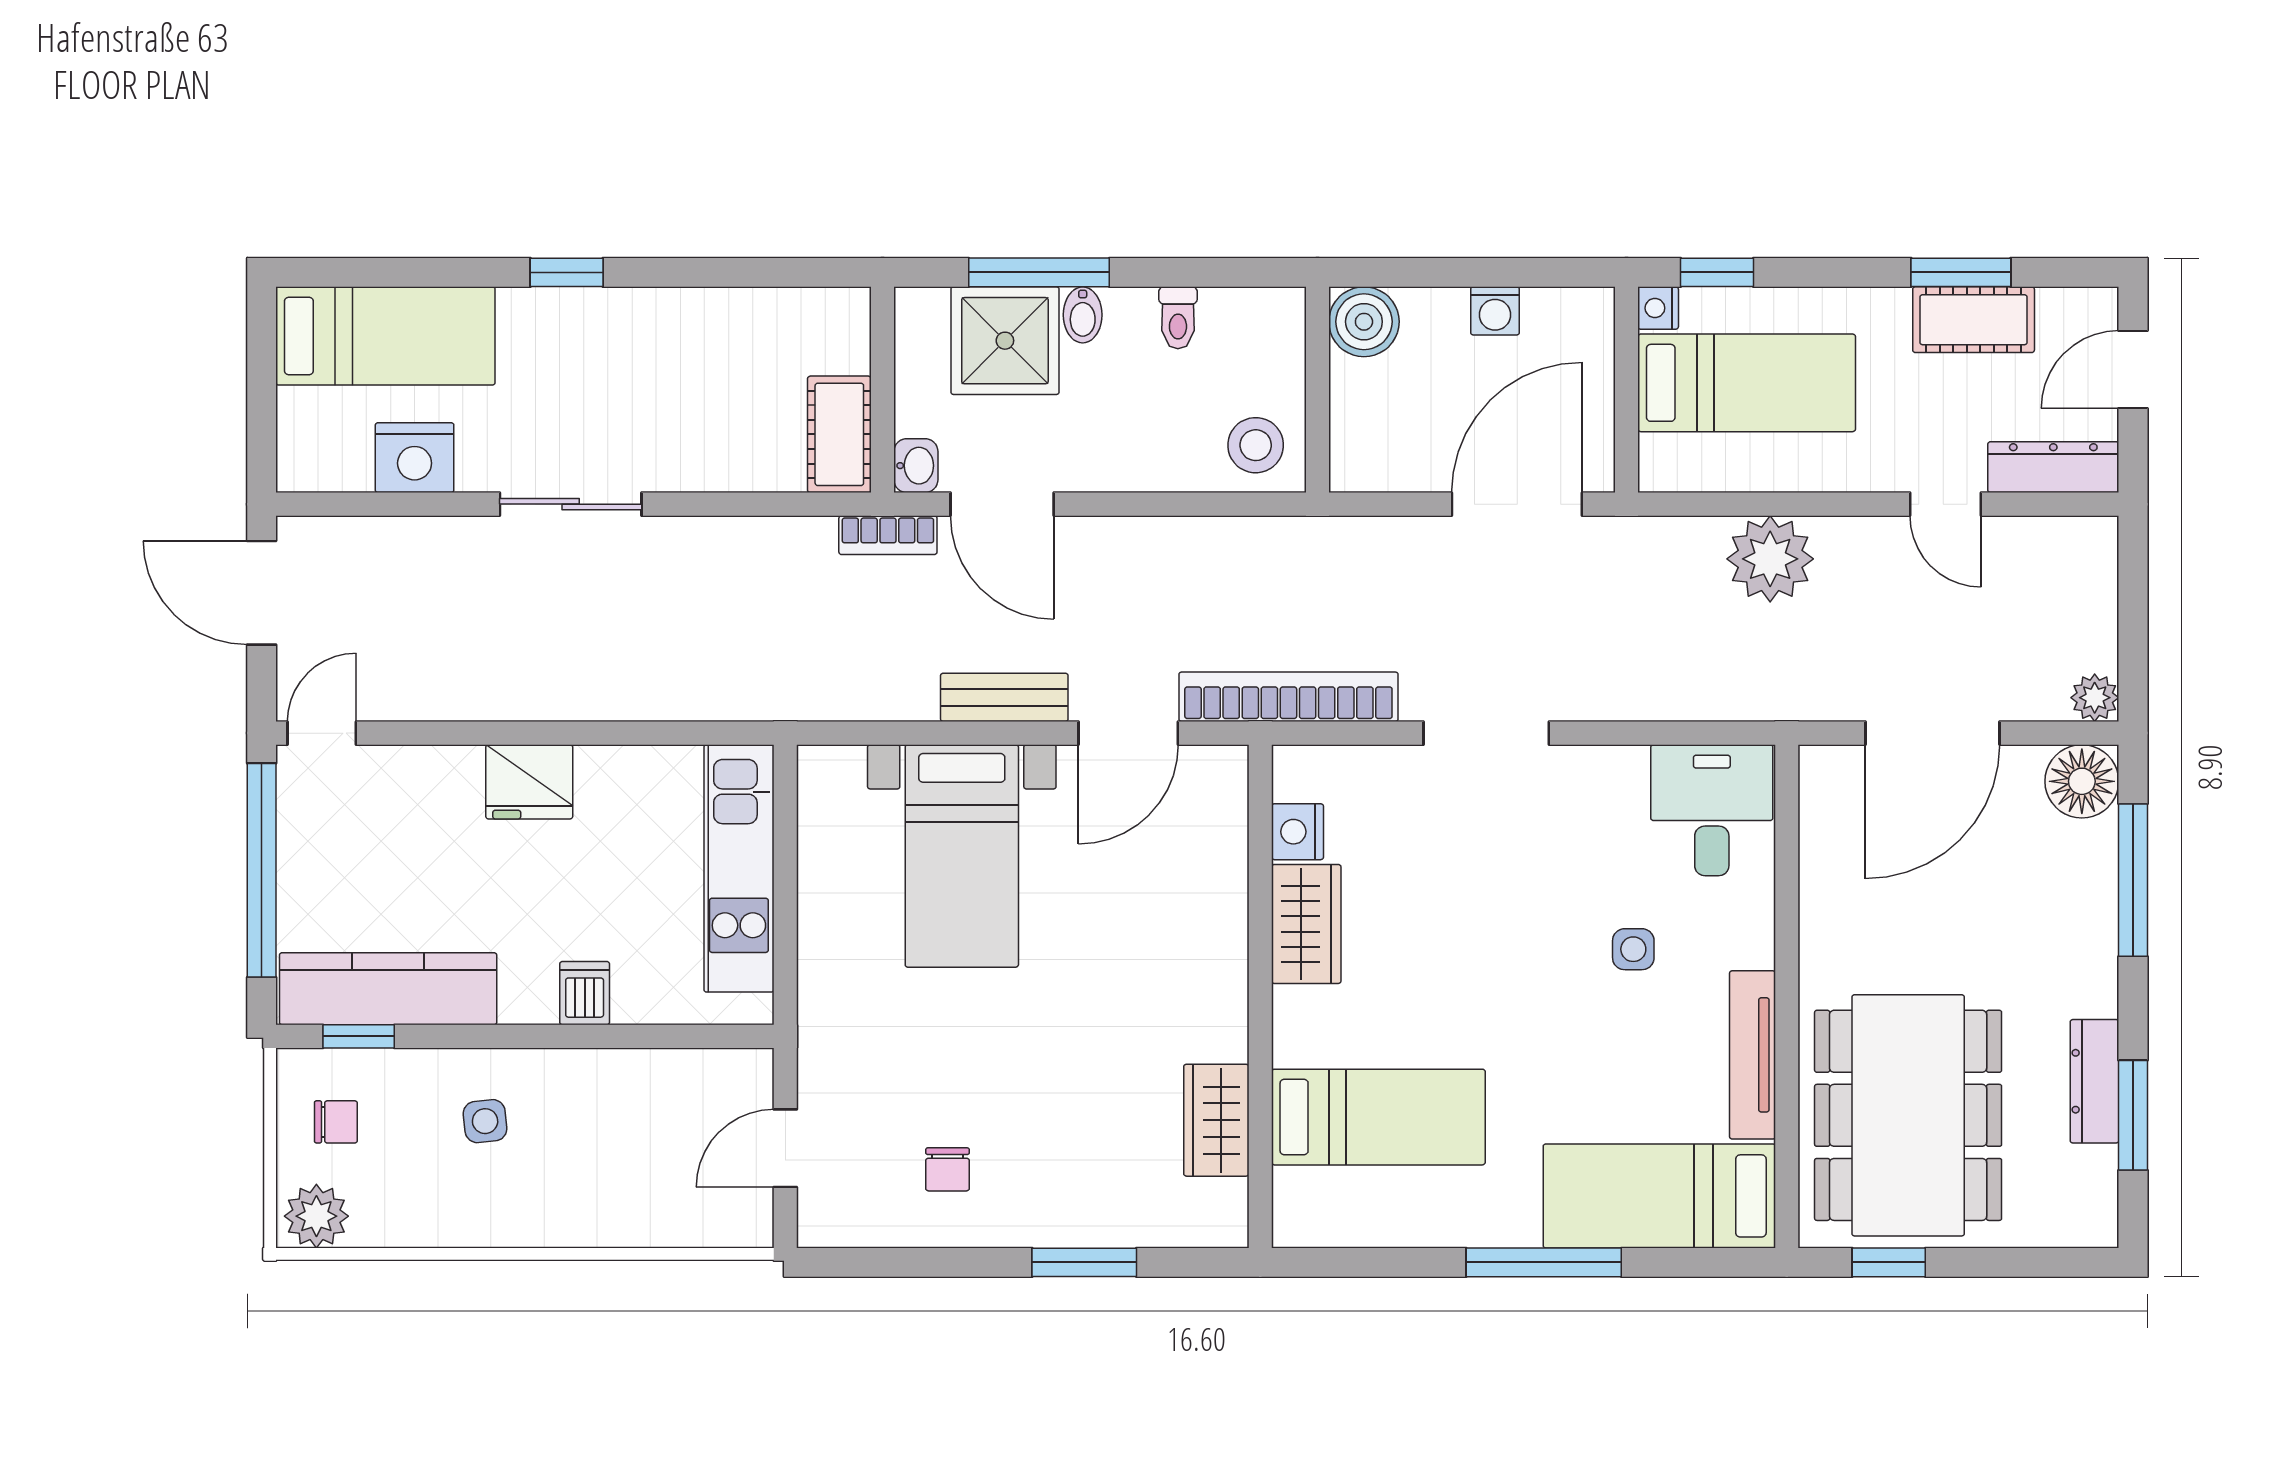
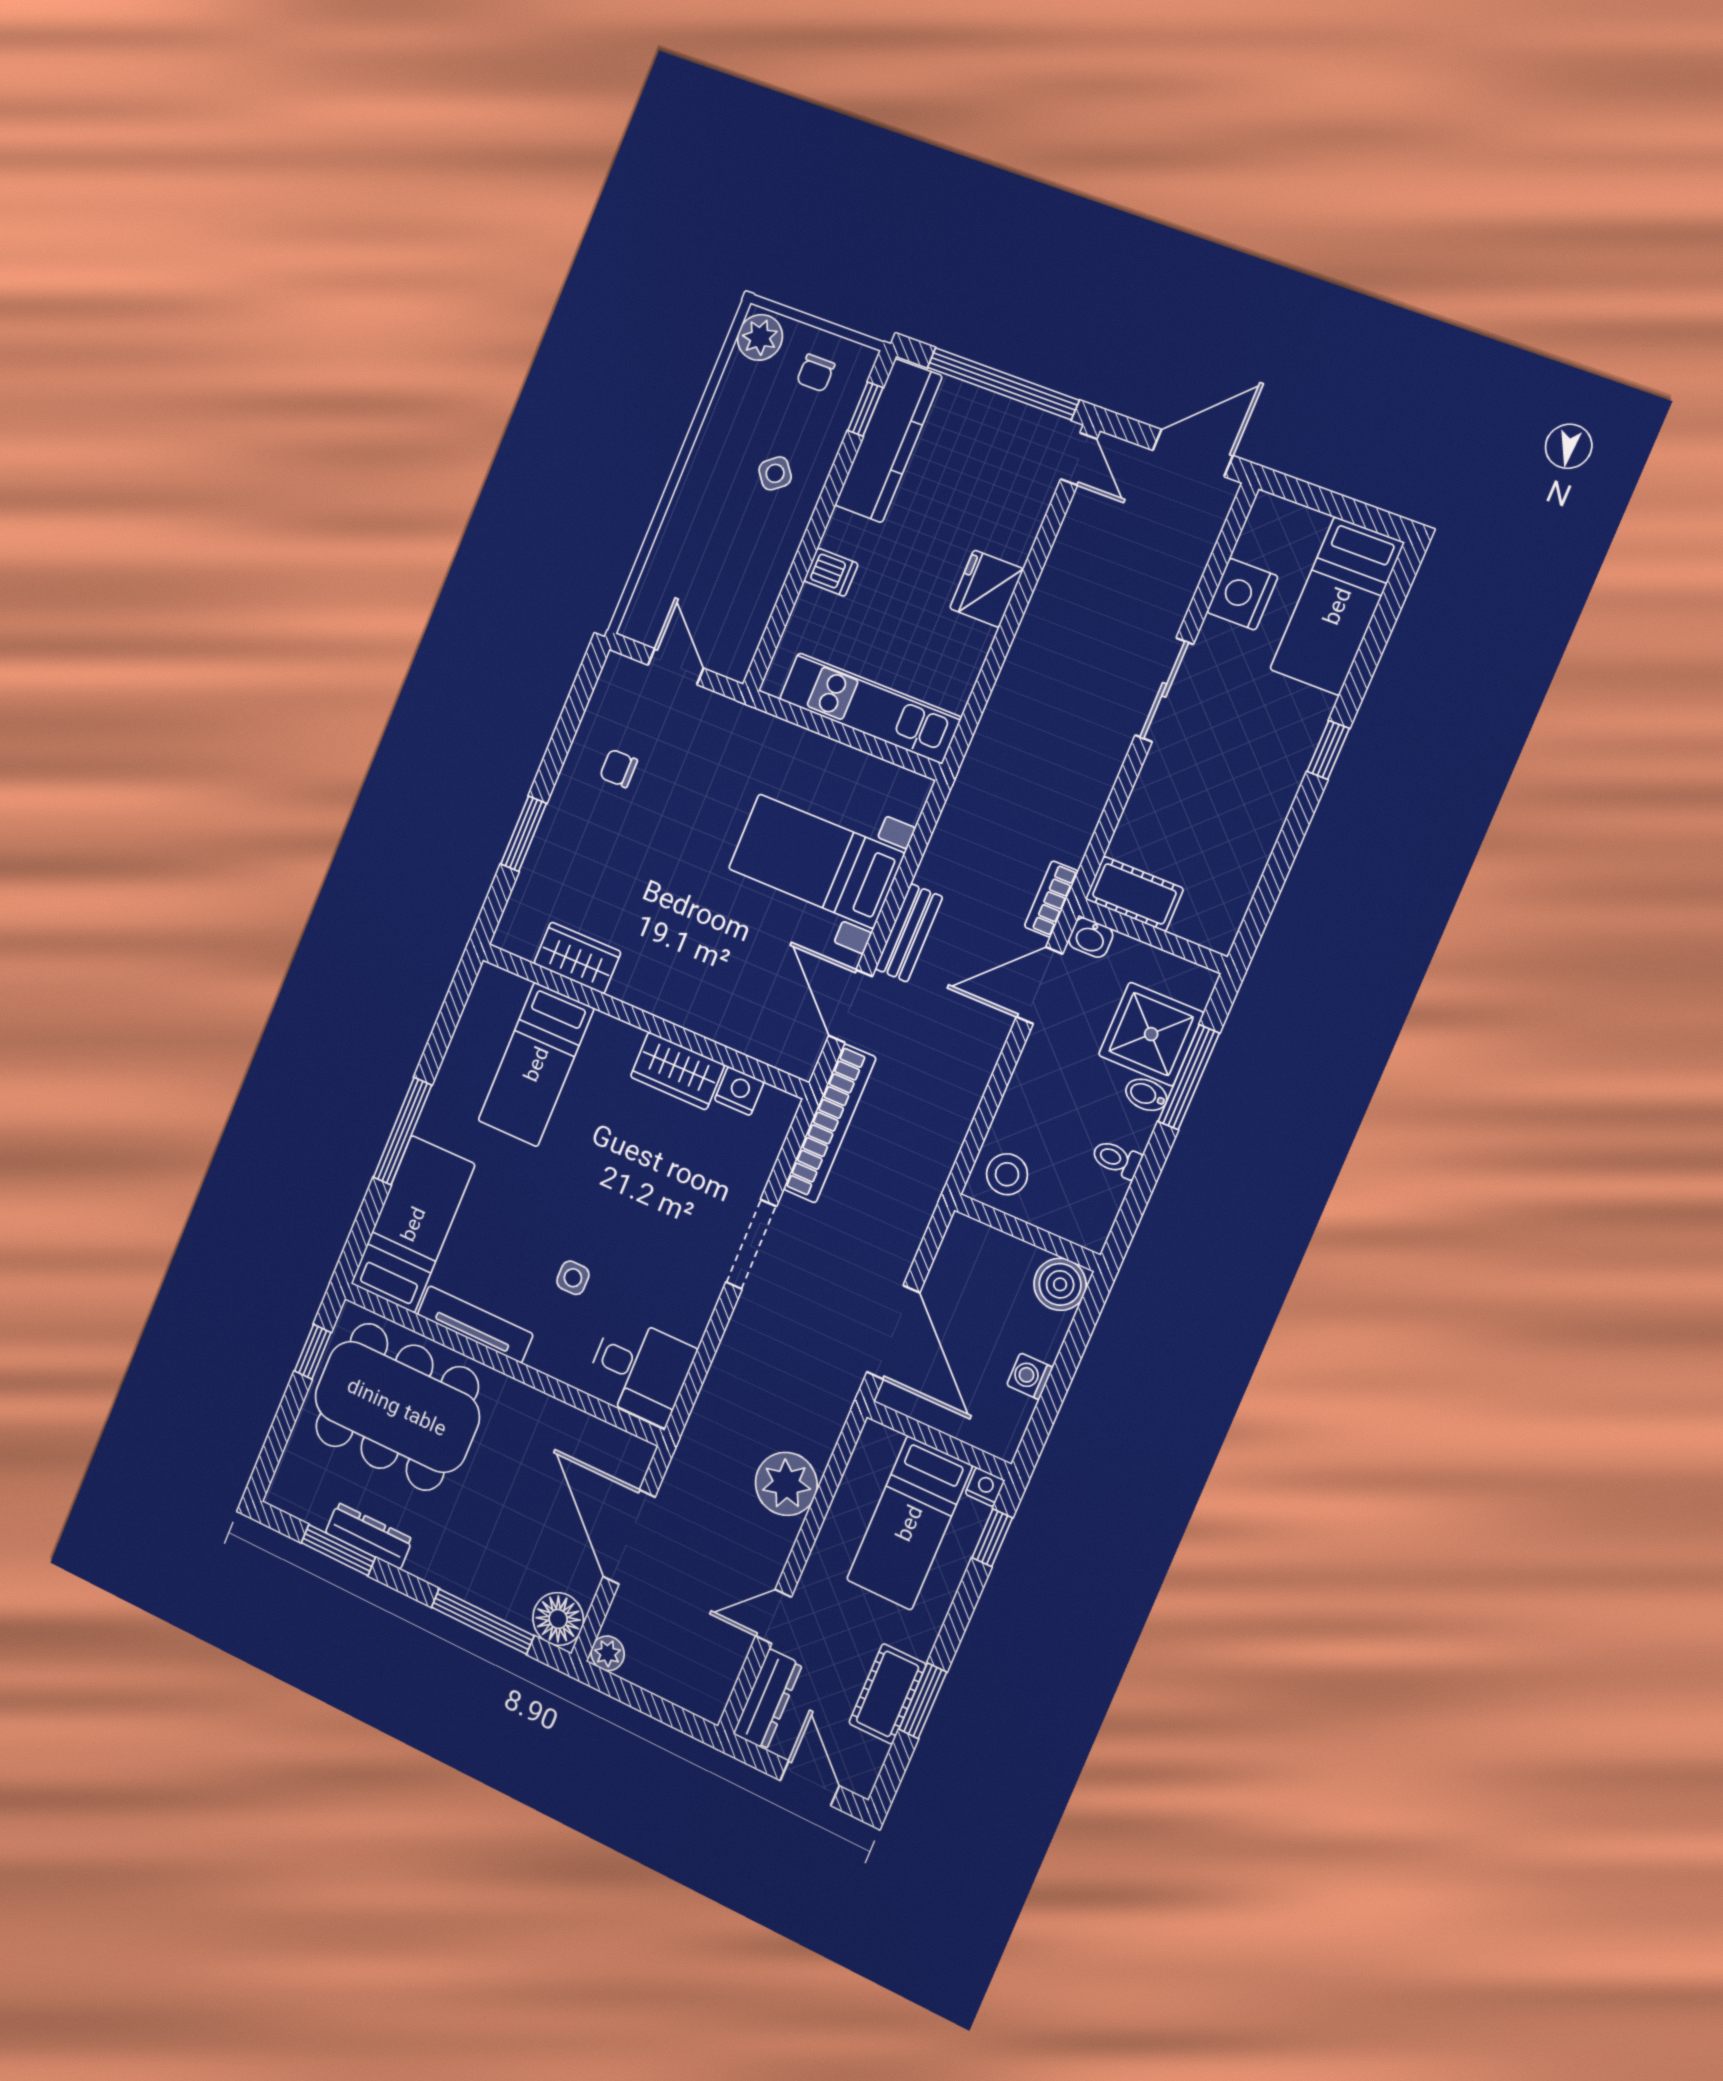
side table: (485, 1121) -> (775, 473), turned -32

